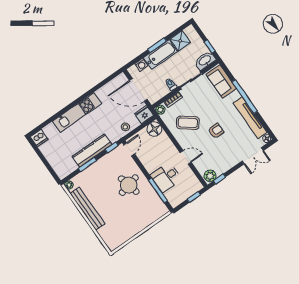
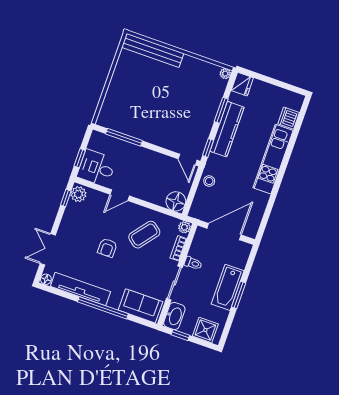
shower: (180, 41) -> (205, 330), moved
washing machine: (141, 65) -> (241, 261), removed
fridge: (144, 115) -> (242, 84), moved
dishwasher: (39, 138) -> (289, 118), moved
desk: (166, 177) -> (97, 168), moved, turned -90
round table: (129, 185) -> (160, 120), removed
bench: (87, 209) -> (153, 50), moved

